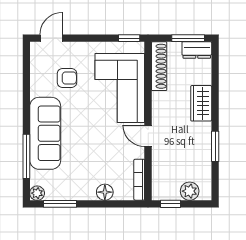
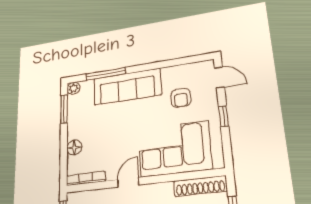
window: (129, 38) -> (224, 116), moved

